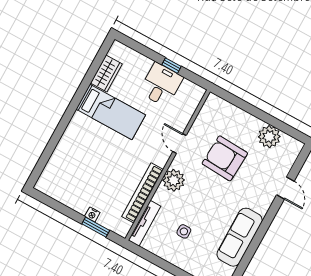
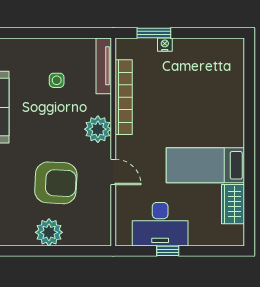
desk: (161, 85) -> (160, 224), width x1.37
plant: (269, 137) -> (49, 232), moved

